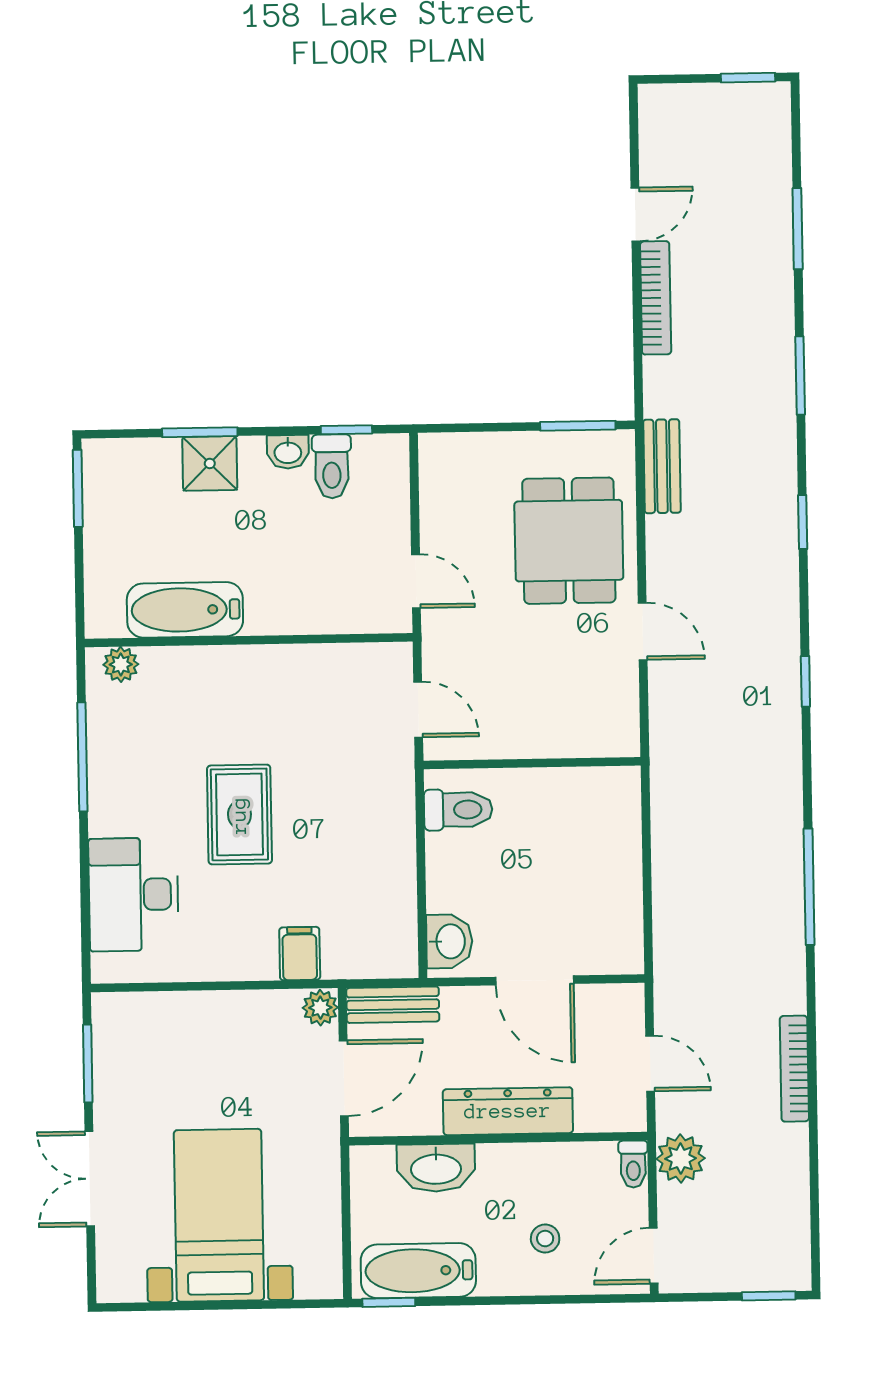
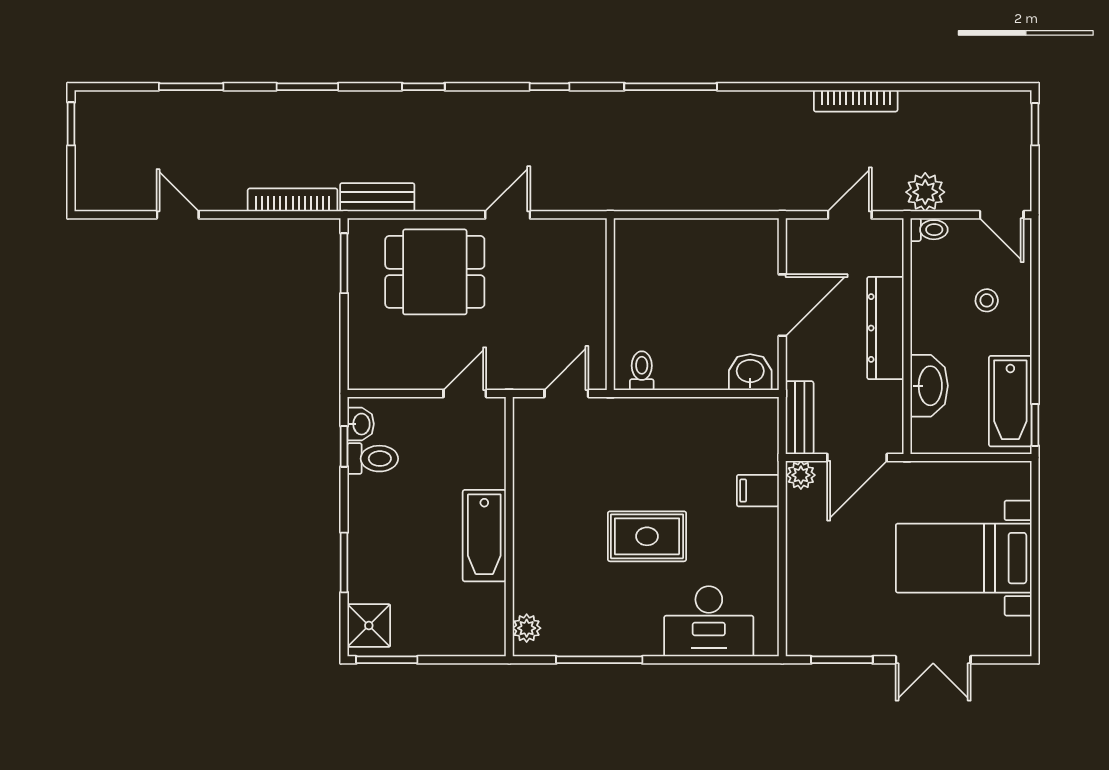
bookcase: (656, 298) -> (293, 200), moved
washbasin: (288, 452) -> (361, 424), moved
shower: (210, 463) -> (369, 626), moved
bathtub: (185, 610) -> (484, 536), moved
toilet: (458, 810) -> (642, 371), width x0.73, depth x0.72
window: (809, 887) -> (671, 87), moved
door: (344, 1078) -> (857, 458), swing flipped

